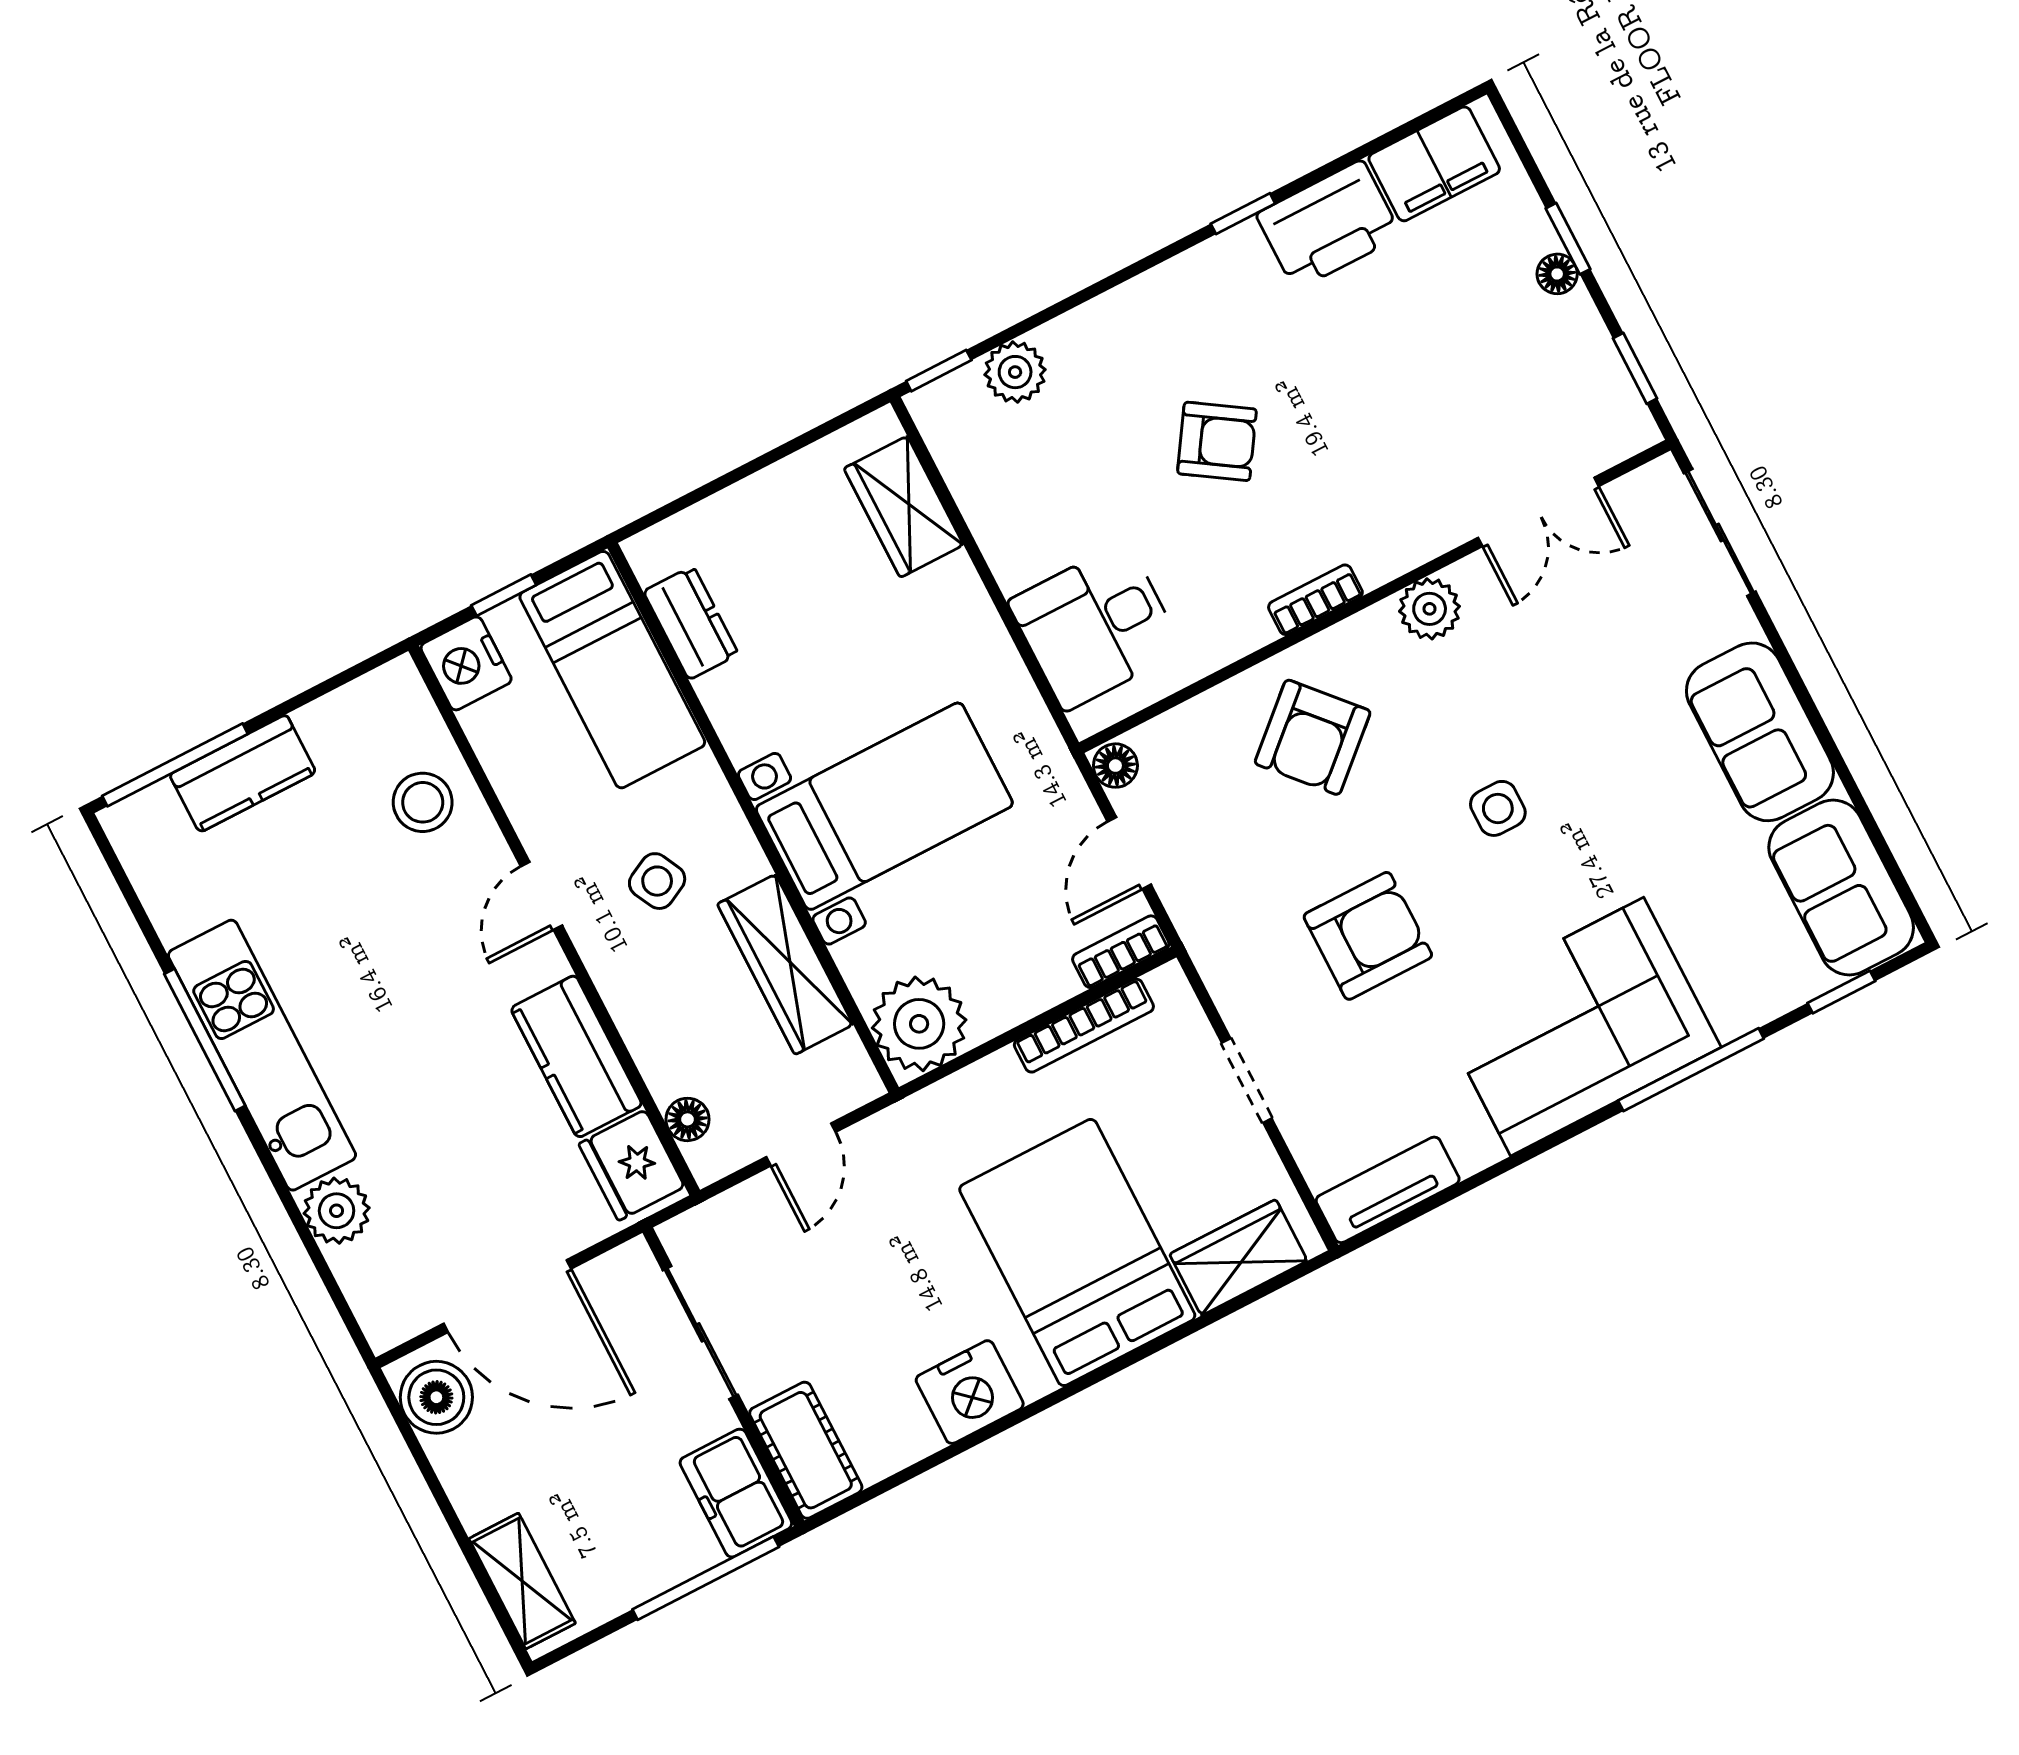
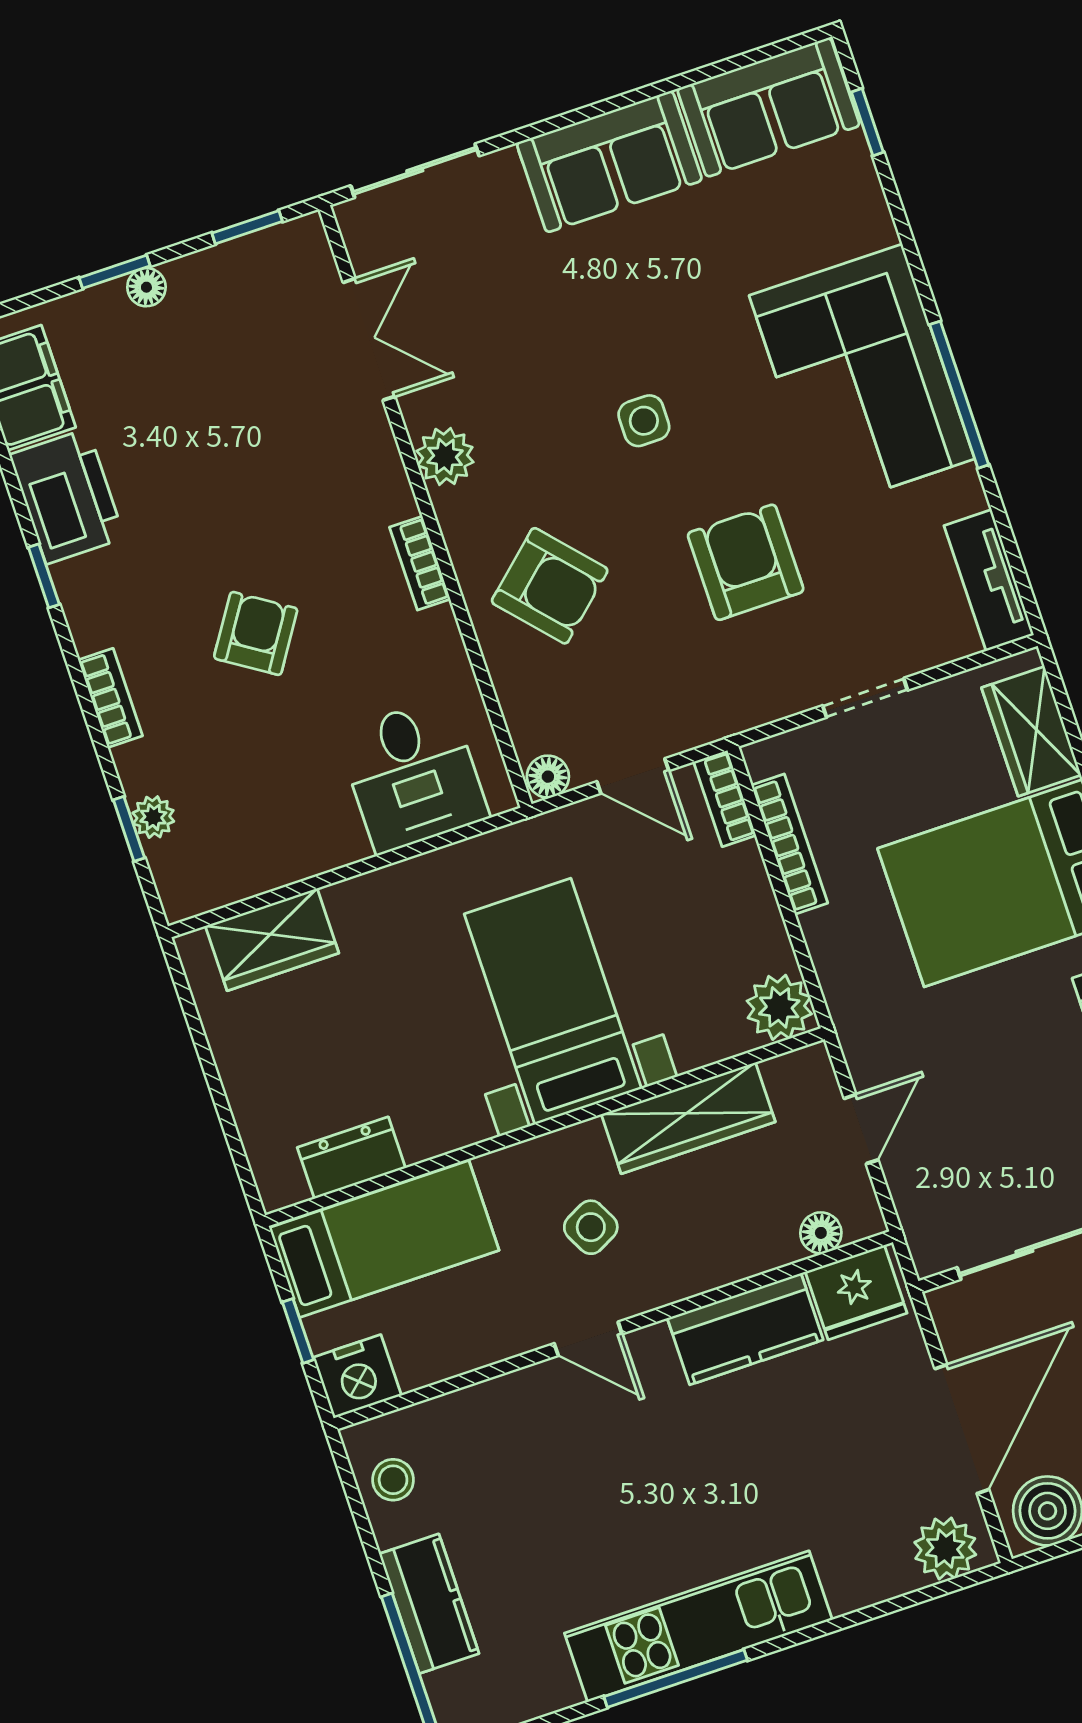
bookcase: (1127, 302) -> (110, 698), added
window: (939, 371) -> (129, 829), moved
plant: (1015, 372) -> (153, 817), width x0.73, depth x0.73
stool: (423, 802) -> (393, 1480), moved, width x0.73, depth x0.73
plant: (919, 1024) -> (779, 1007), width x0.73, depth x0.73
window: (1691, 1070) -> (959, 395), moved
door: (801, 1145) -> (861, 1129), hinge flipped
plant: (337, 1211) -> (945, 1549), moved

